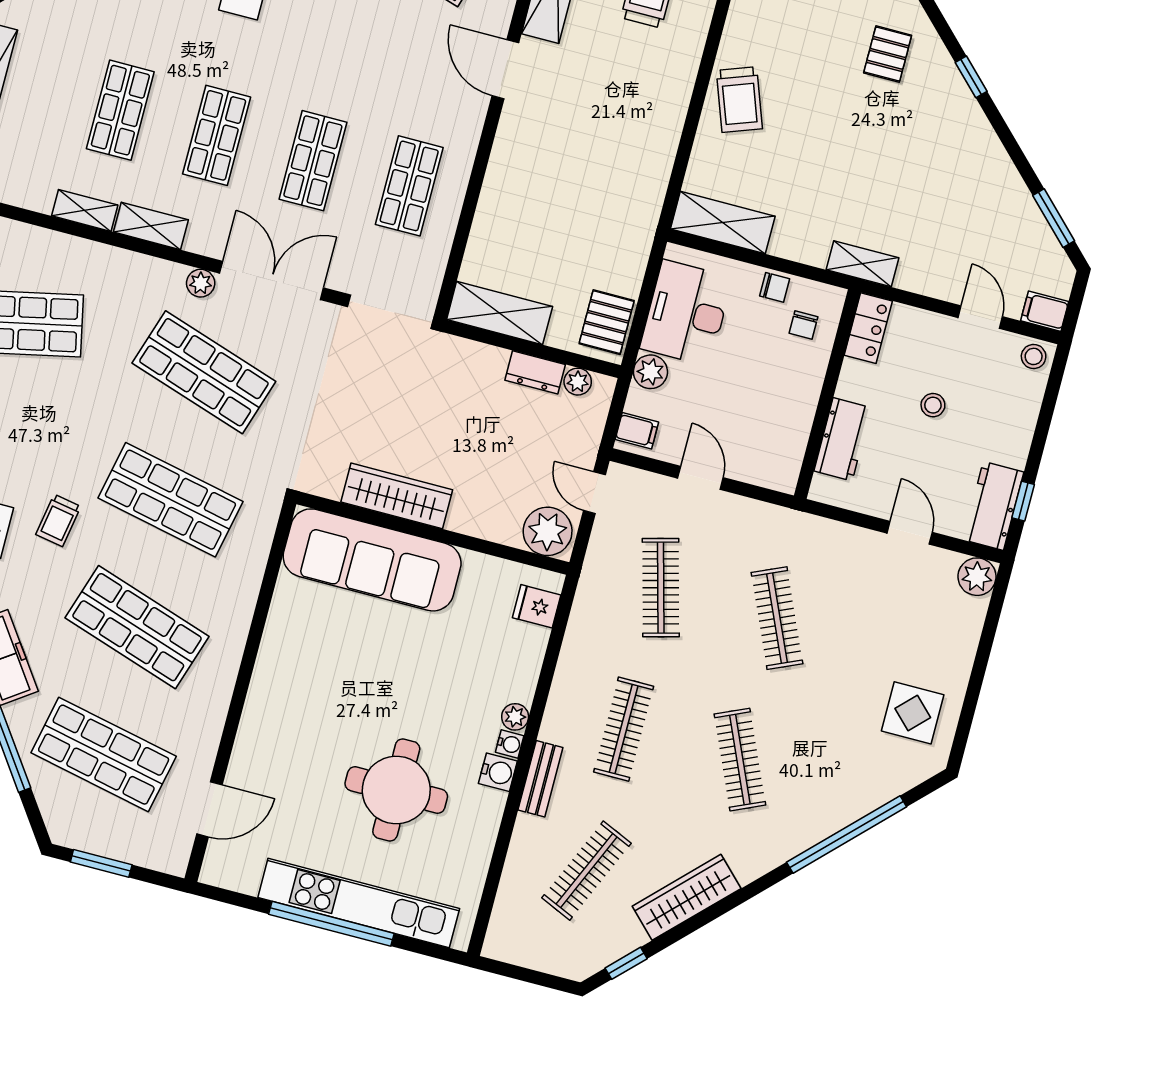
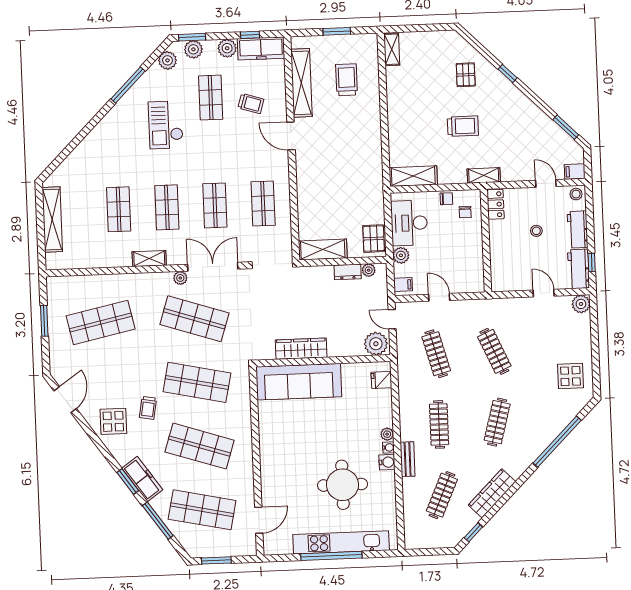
trolley: (739, 100) -> (463, 126), moved, turned -70
shelving: (85, 210) -> (116, 261), removed
workbench: (843, 439) -> (578, 230), moved, turned 180
clothes rail: (740, 760) -> (497, 422), turned 39

